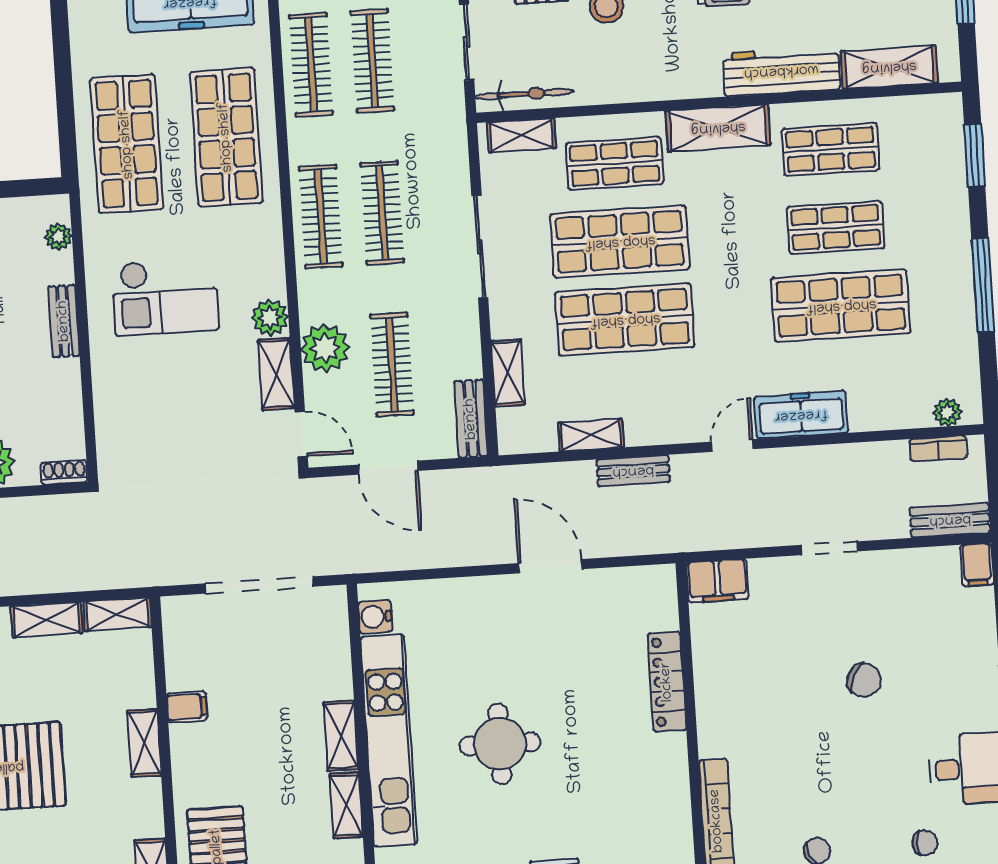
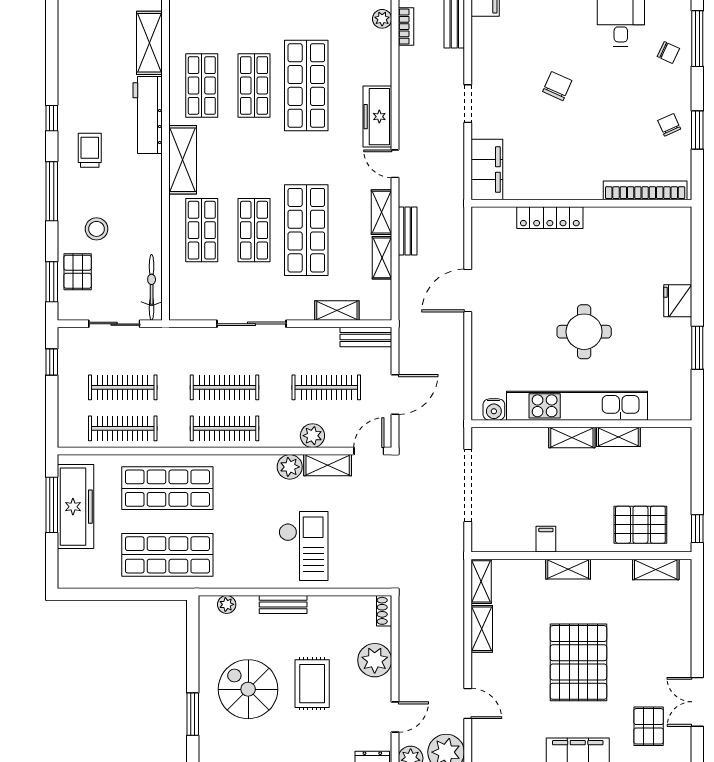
shelving: (522, 135) -> (381, 212), moved
shop shelf: (620, 242) -> (254, 230), width x0.70, depth x0.74
checkout: (165, 297) -> (303, 546), moved
plant: (325, 348) -> (312, 436), width x0.73, depth x0.73
filing cabinet: (717, 581) -> (487, 170), width x1.50, depth x1.17
chair: (925, 843) -> (668, 52), turned 115

